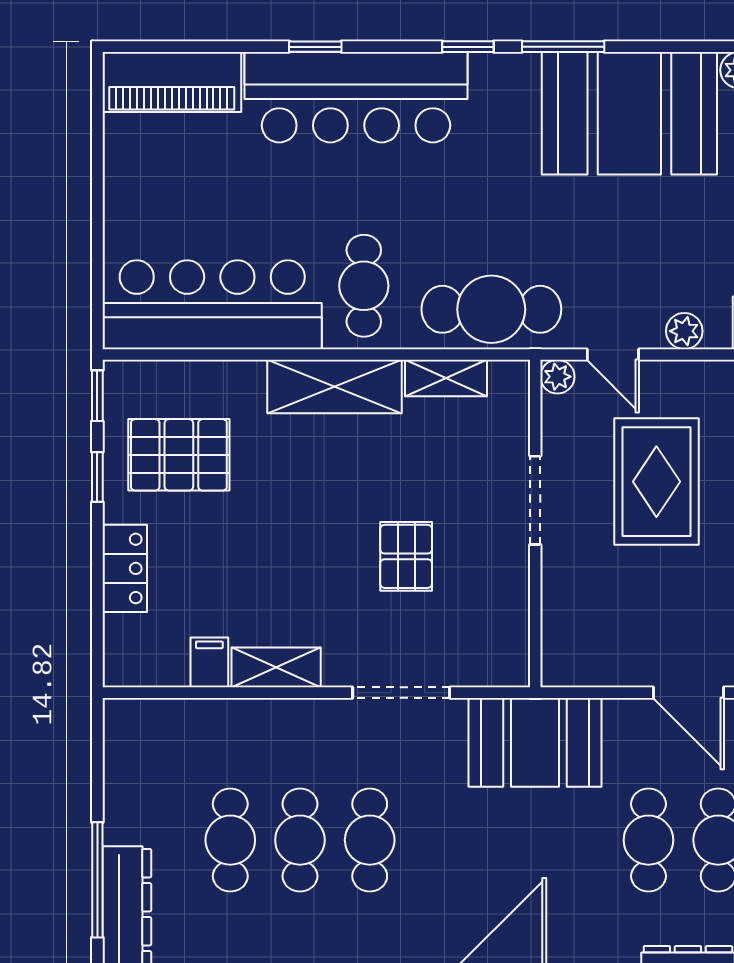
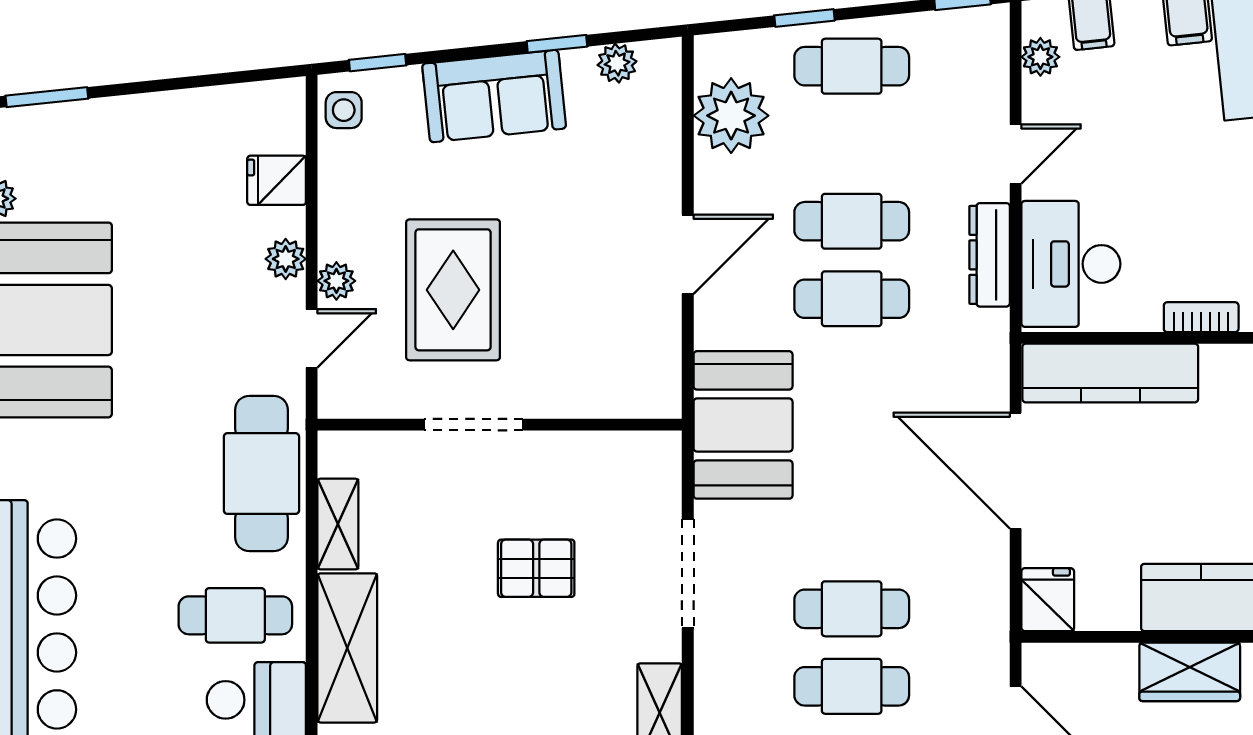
plant: (557, 377) -> (336, 281), moved
rug: (656, 482) -> (453, 290), turned 90

